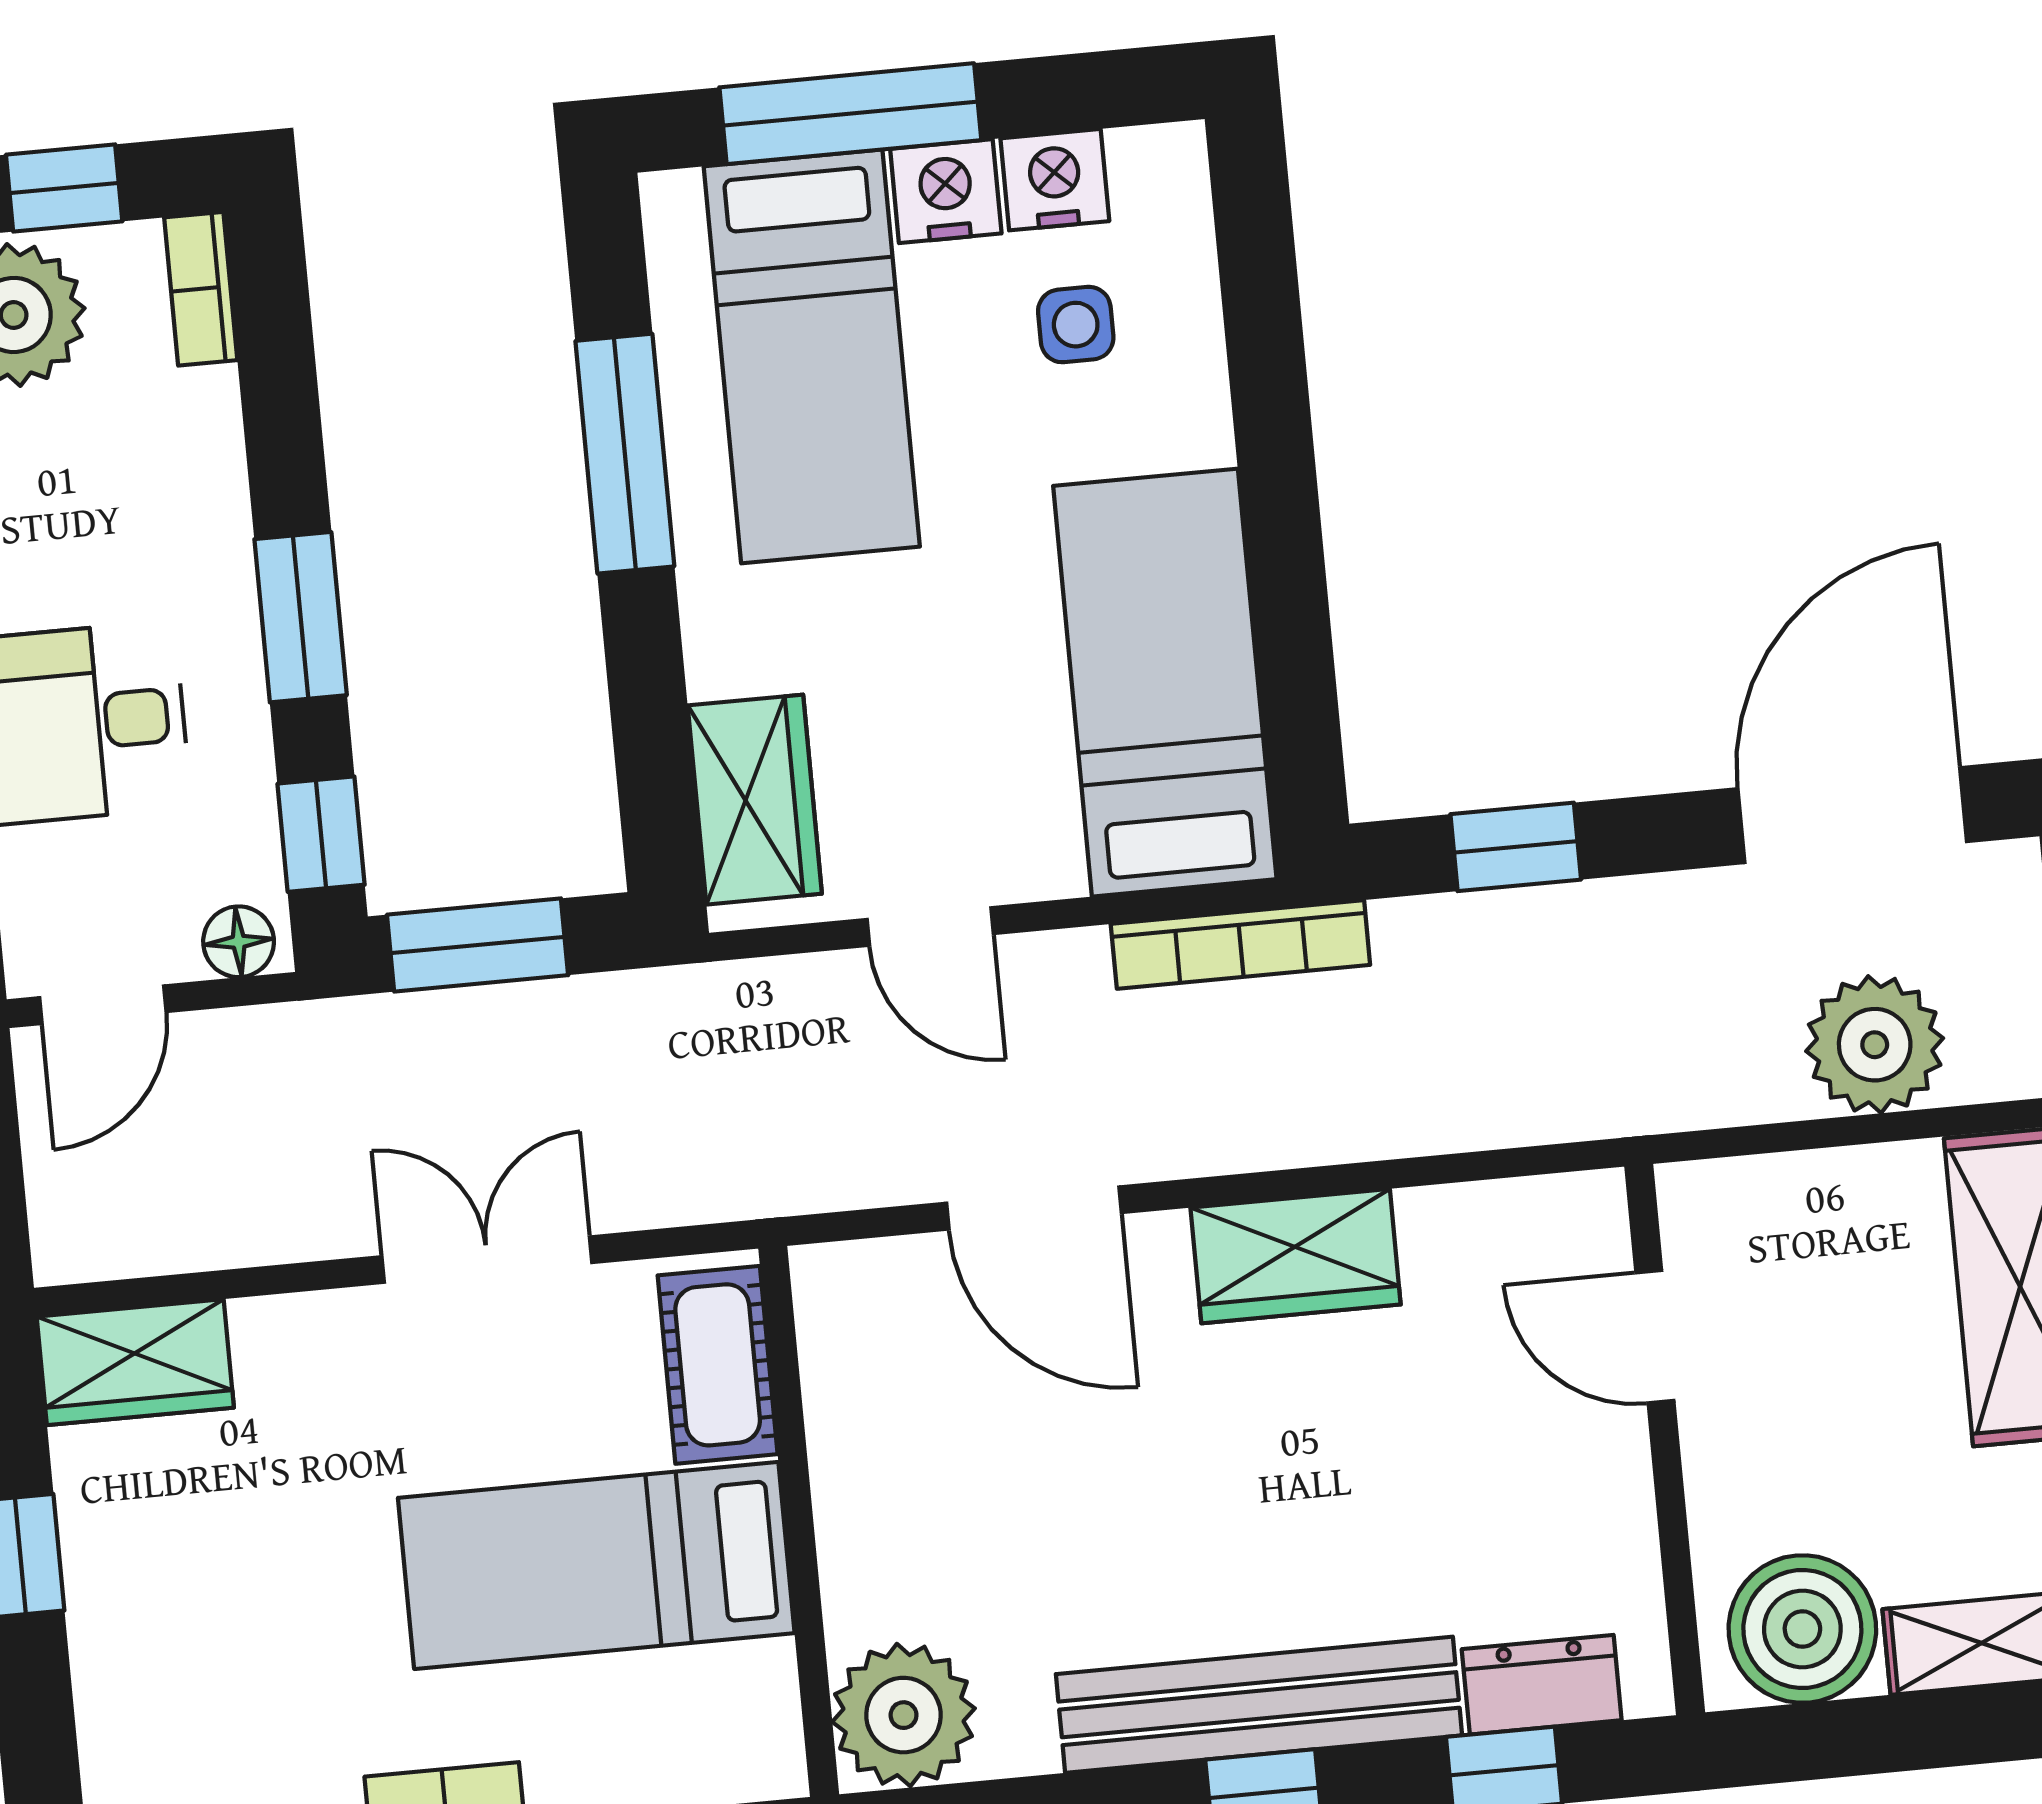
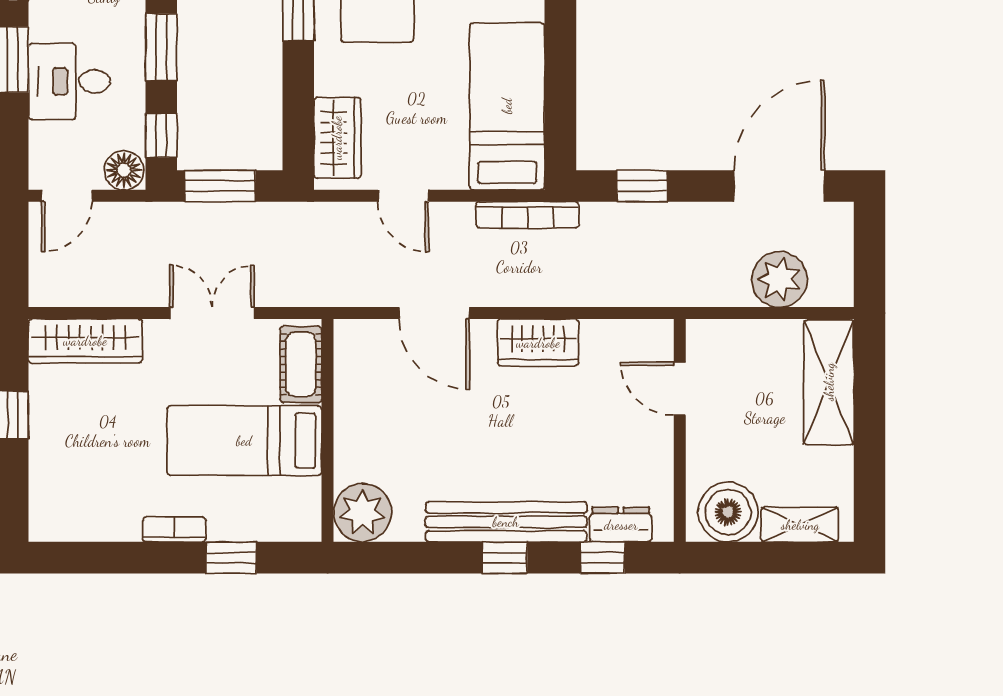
floor lamp: (239, 942) -> (124, 170), width x1.37, depth x1.37
wardrobe: (135, 1362) -> (85, 341), width x1.50

